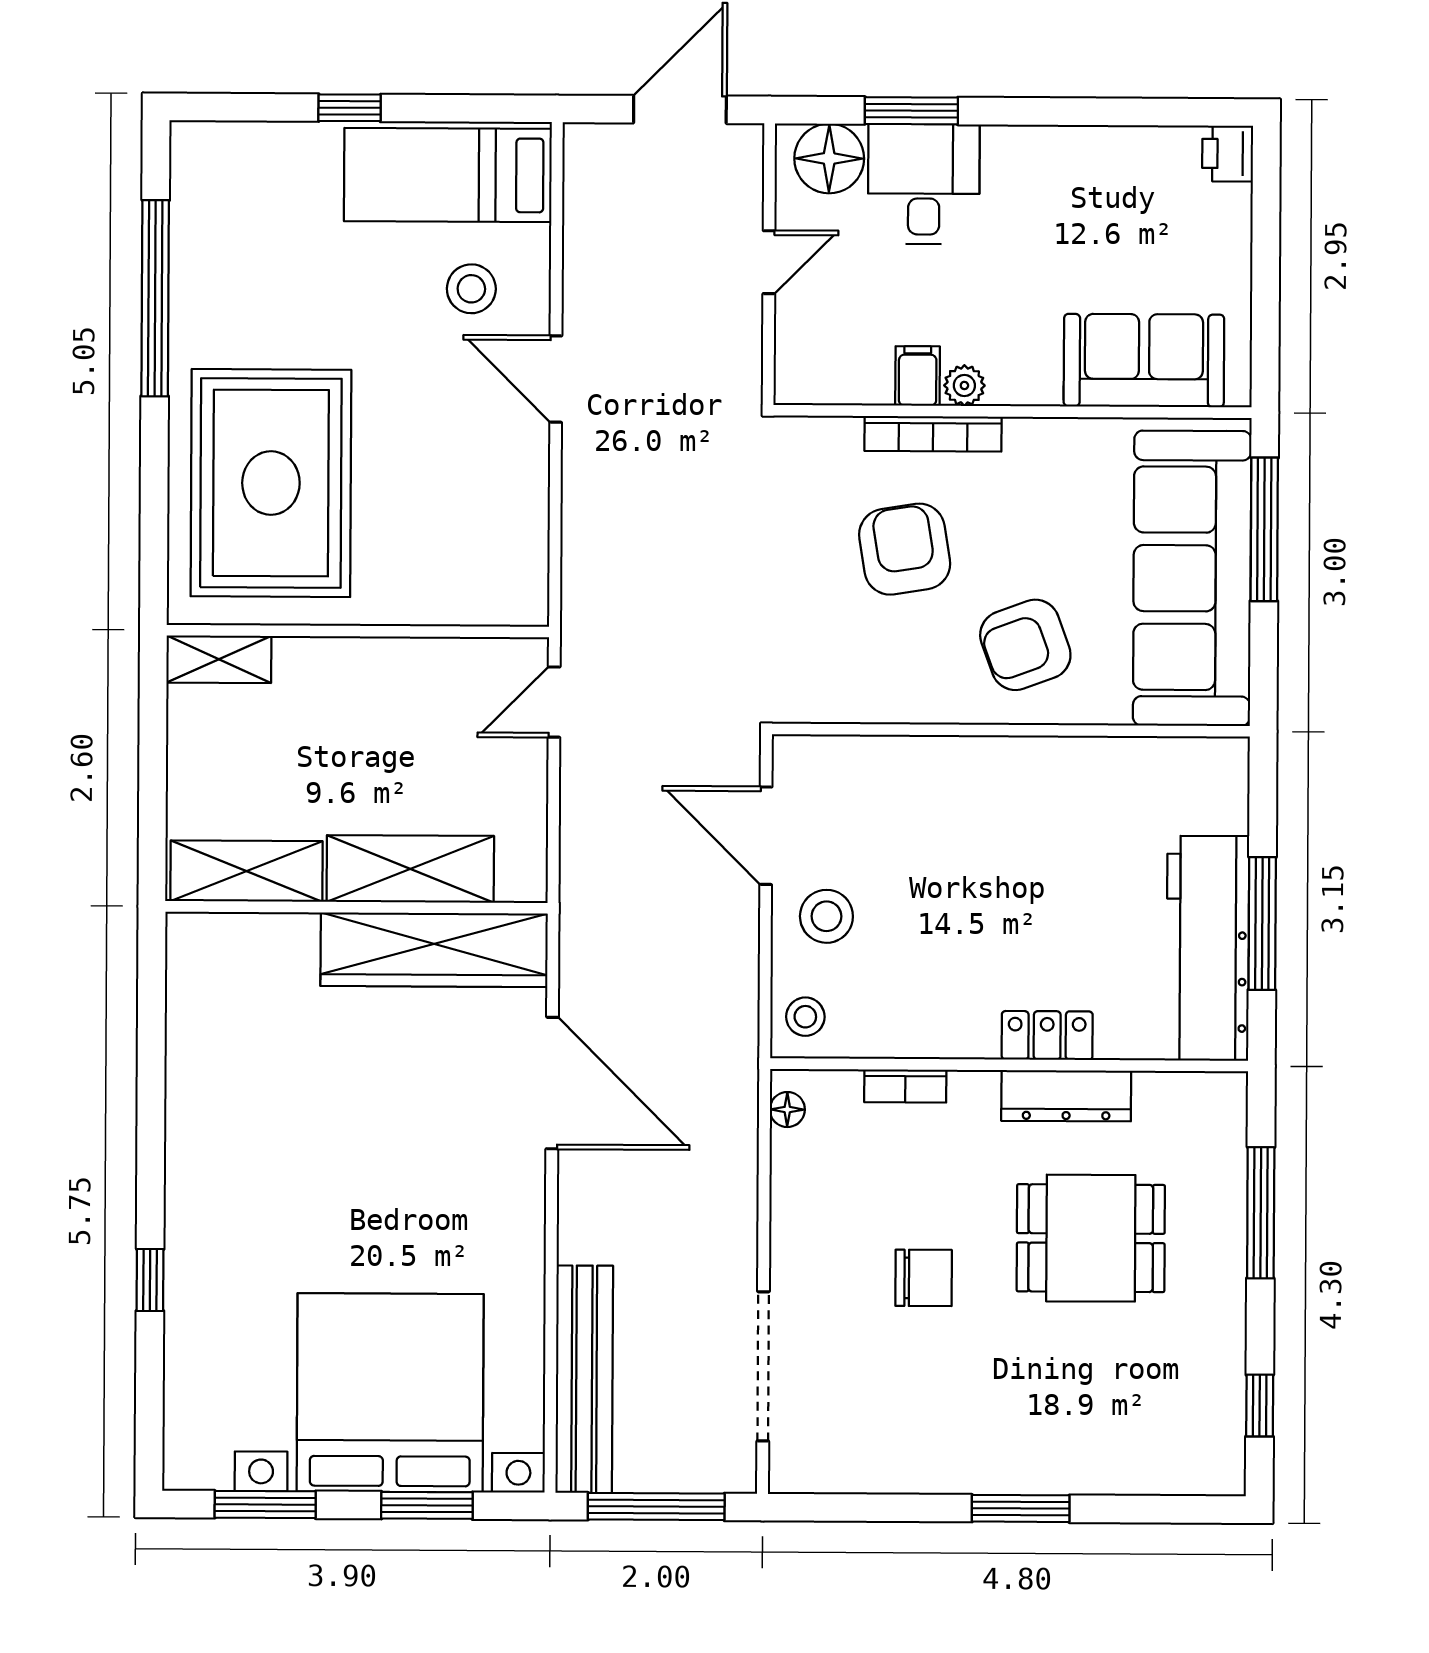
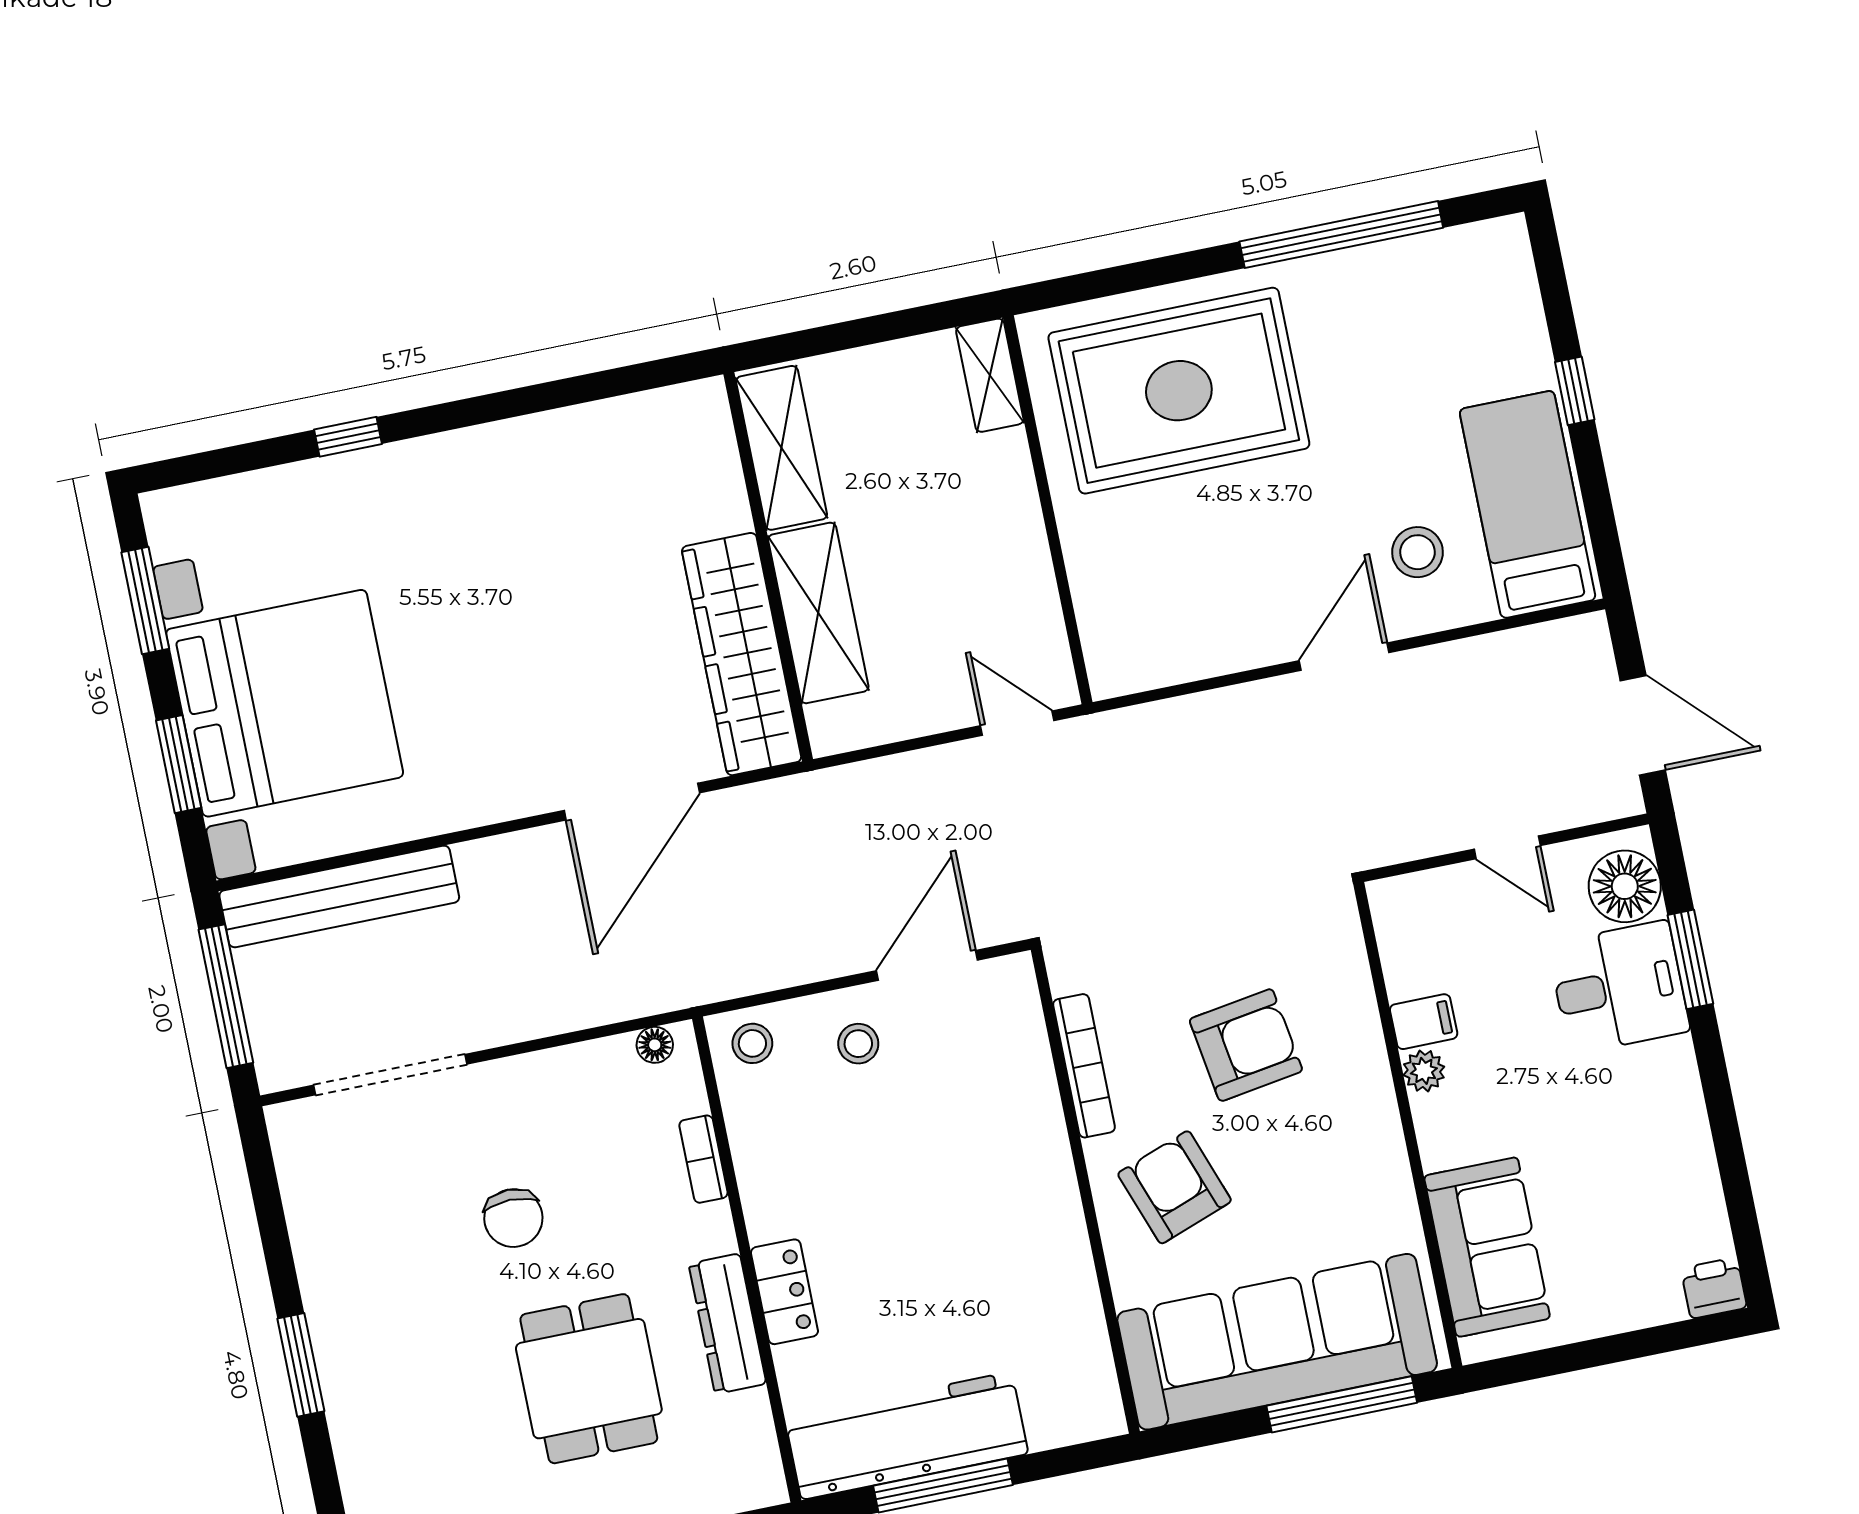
bookcase: (933, 434) -> (1084, 1066), moved, turned 180
stool: (826, 916) -> (858, 1044), width x0.73, depth x0.73

